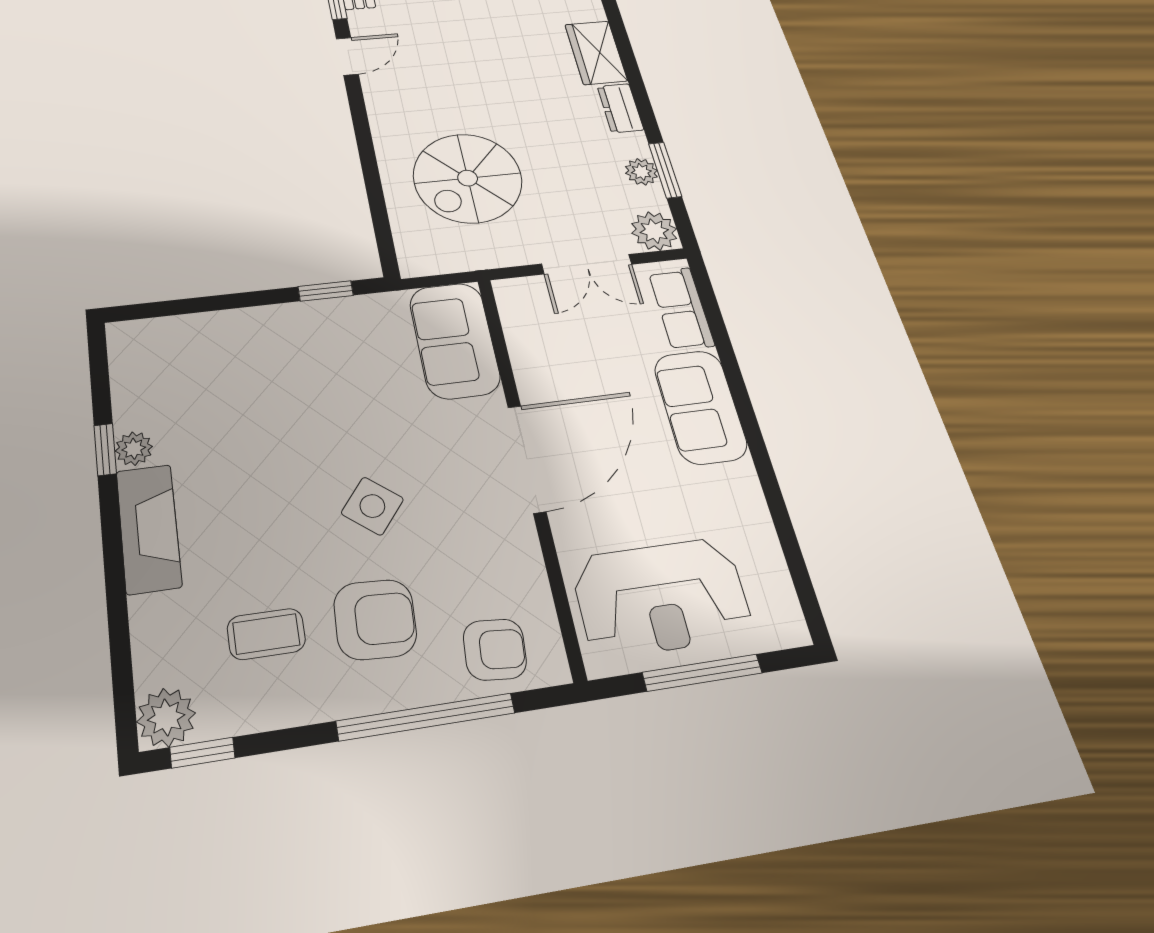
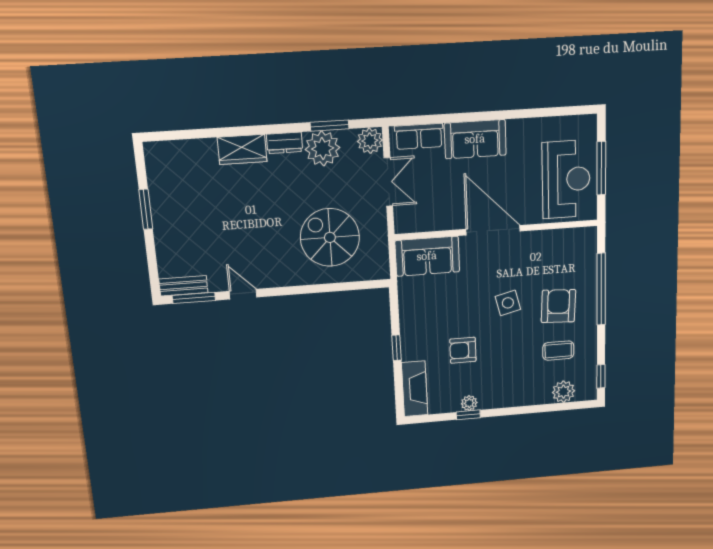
plant: (641, 172) -> (323, 149), width x1.87, depth x1.87
spiral stairs: (468, 178) -> (330, 237), turned 180
window: (326, 291) -> (396, 348), moved
side table: (372, 506) -> (508, 303), turned 37
fireplace: (149, 528) -> (415, 389), moved, turned 90
coffee table: (266, 634) -> (558, 351), turned 90
armchair: (495, 650) -> (463, 350), moved, turned -95
plant: (166, 717) -> (563, 392), moved

